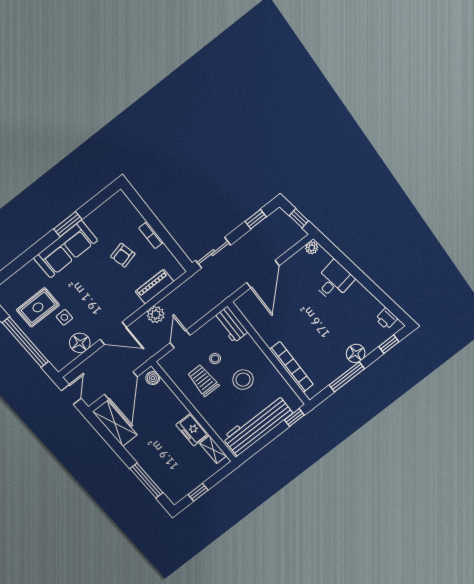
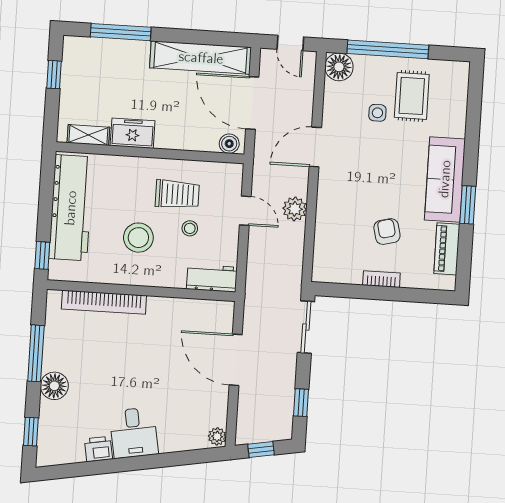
desk: (334, 281) -> (134, 433), moved
piano: (154, 287) -> (447, 249), moved, turned 180
printer: (386, 319) -> (98, 449), moved
floor lamp: (80, 343) -> (339, 67), moved
shelving: (115, 423) -> (201, 58), width x1.47

